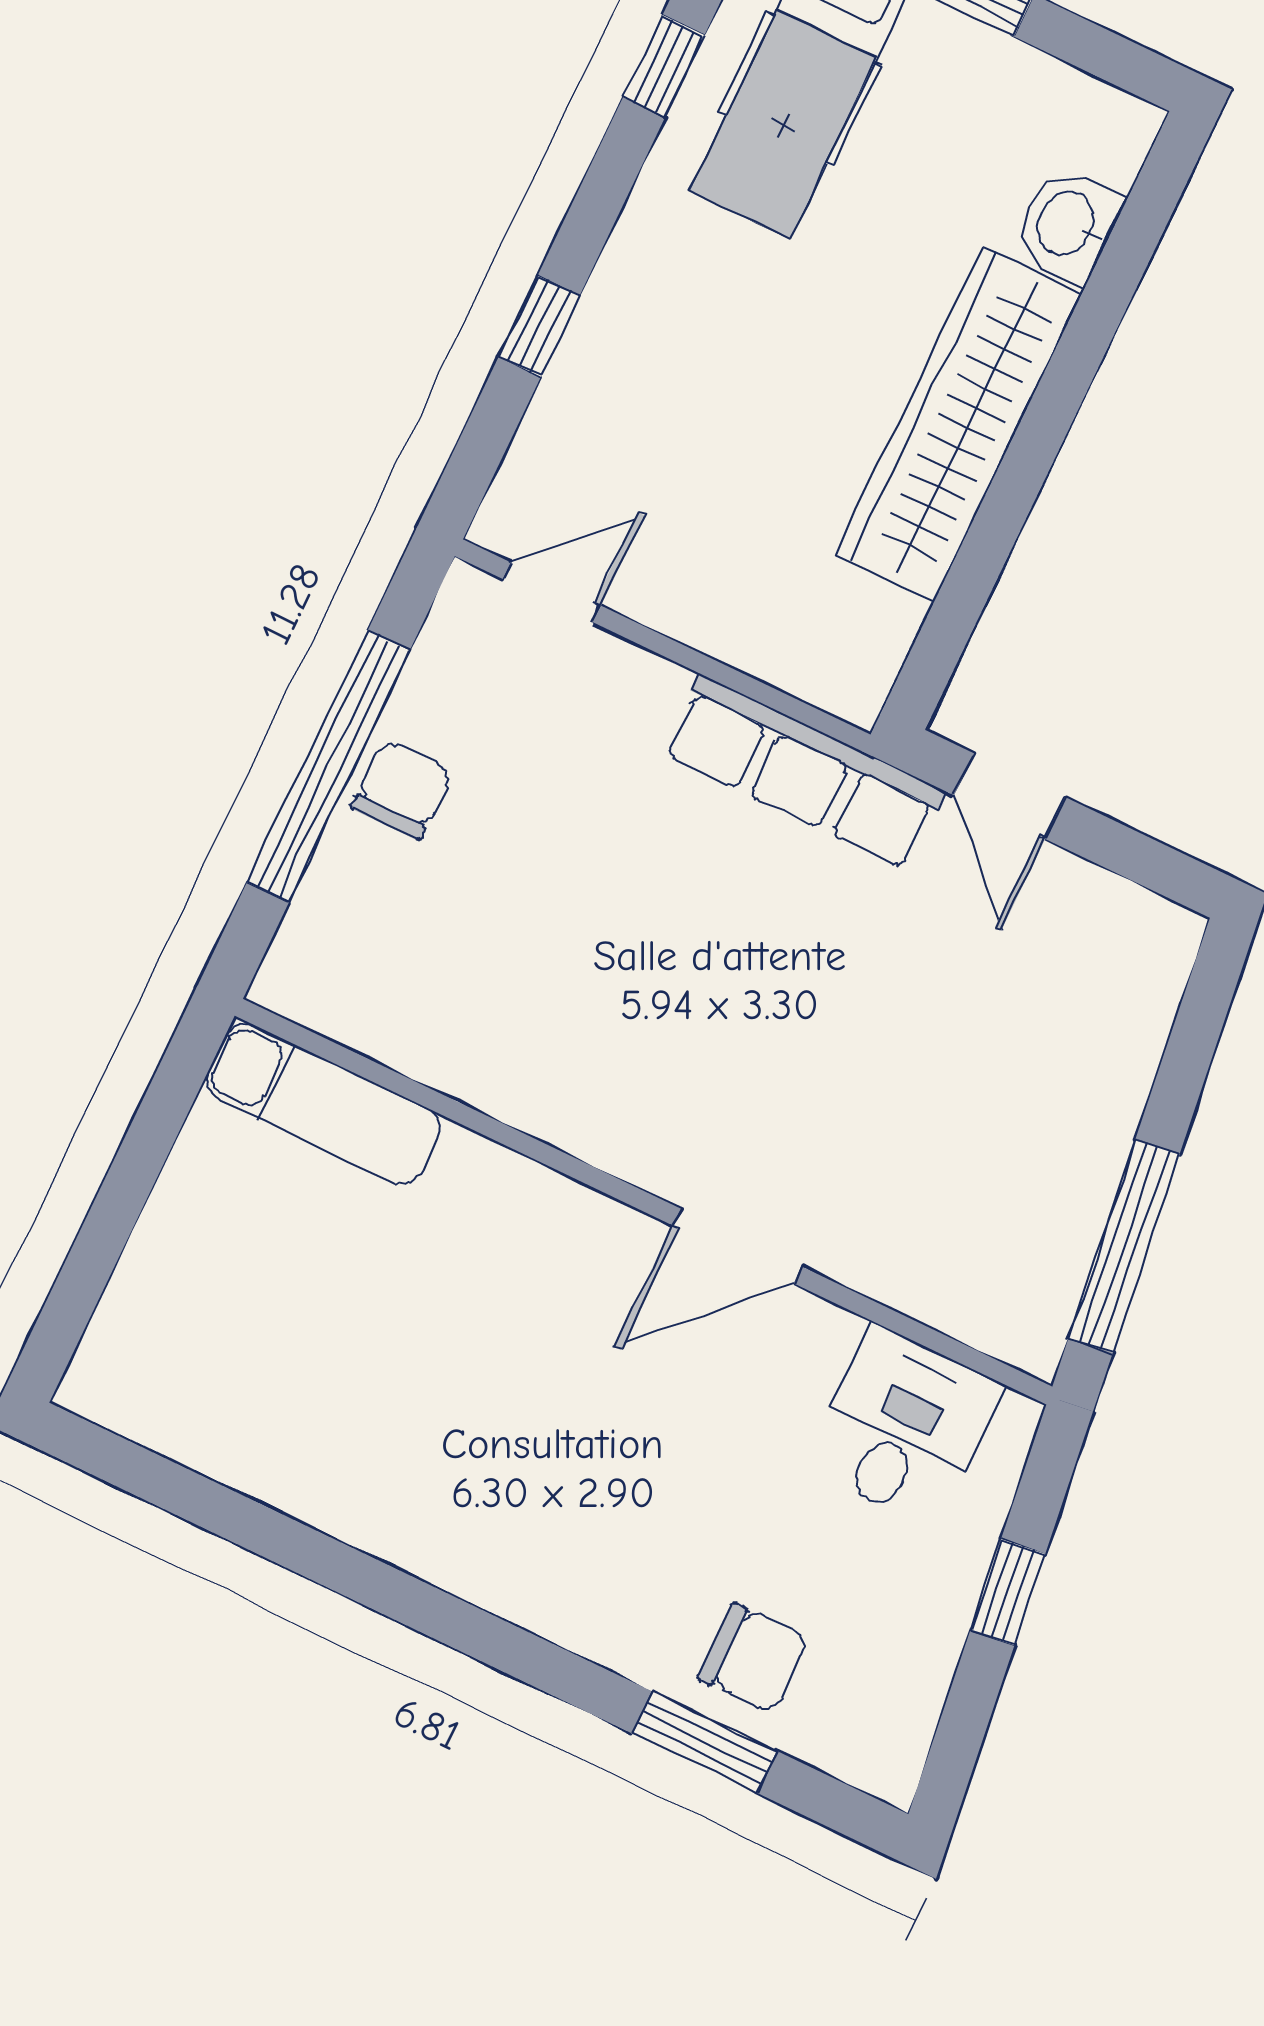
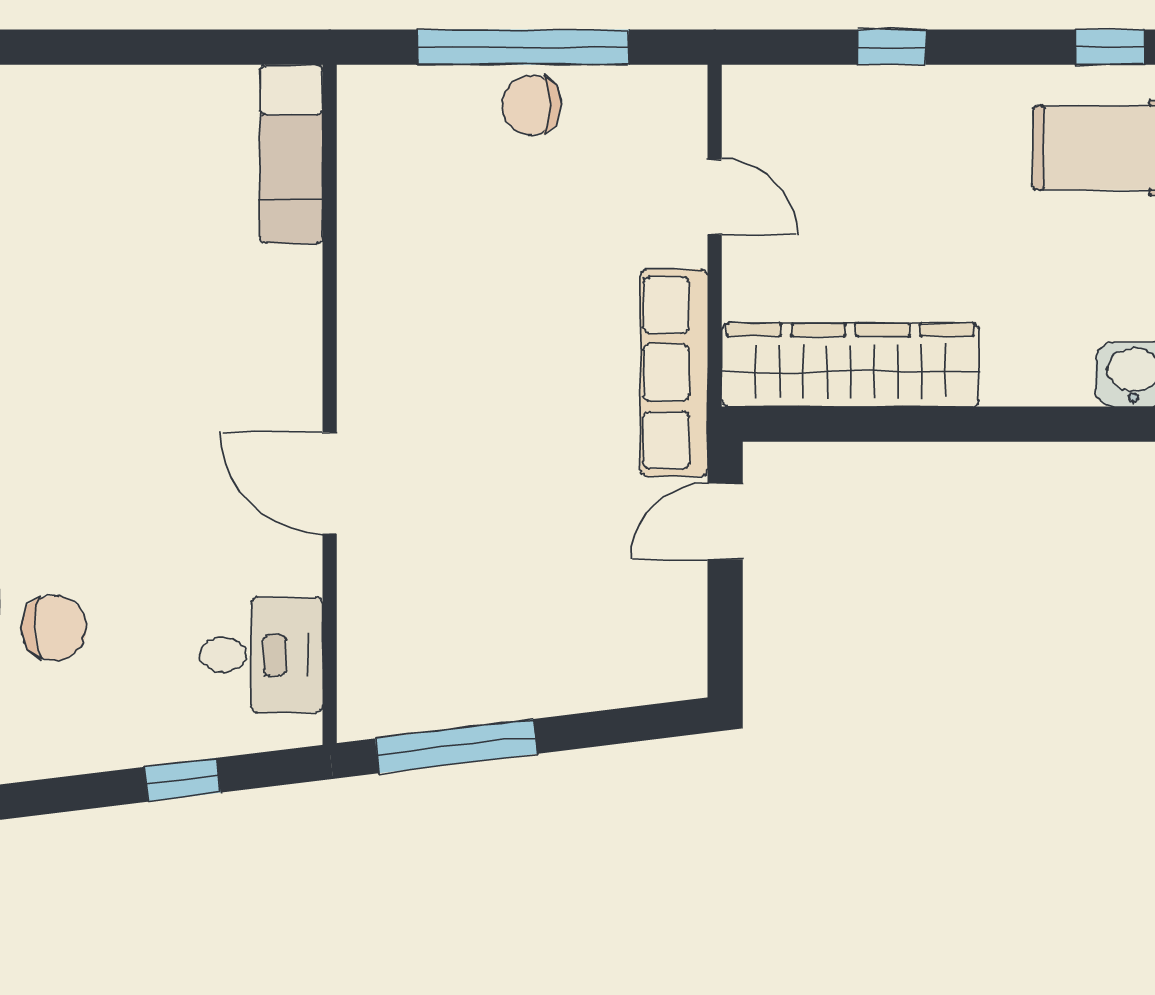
wardrobe: (958, 424) -> (850, 365), moved
door: (552, 592) -> (715, 197), moved
chair: (402, 790) -> (531, 105), turned 180
chair: (753, 1658) -> (54, 628), turned -90

